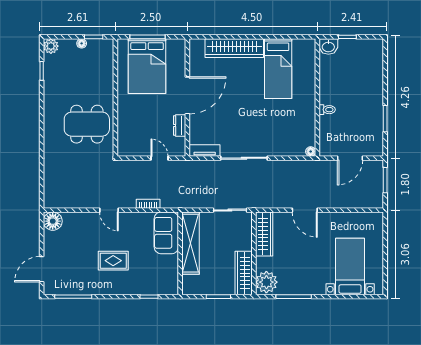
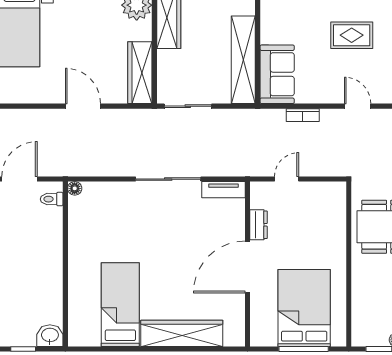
toilet: (327, 110) -> (52, 199), moved
door: (160, 158) -> (287, 179), swing flipped

